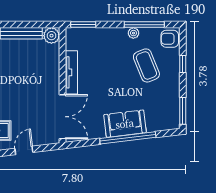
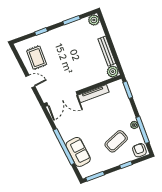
sofa: (125, 124) -> (78, 152), moved

